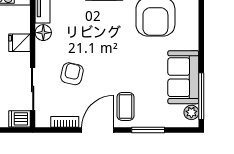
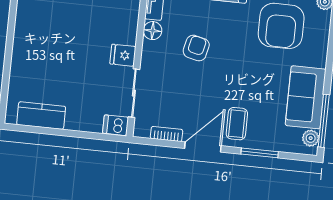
fridge: (19, 43) -> (123, 55), moved
armchair: (72, 74) -> (196, 48), moved

